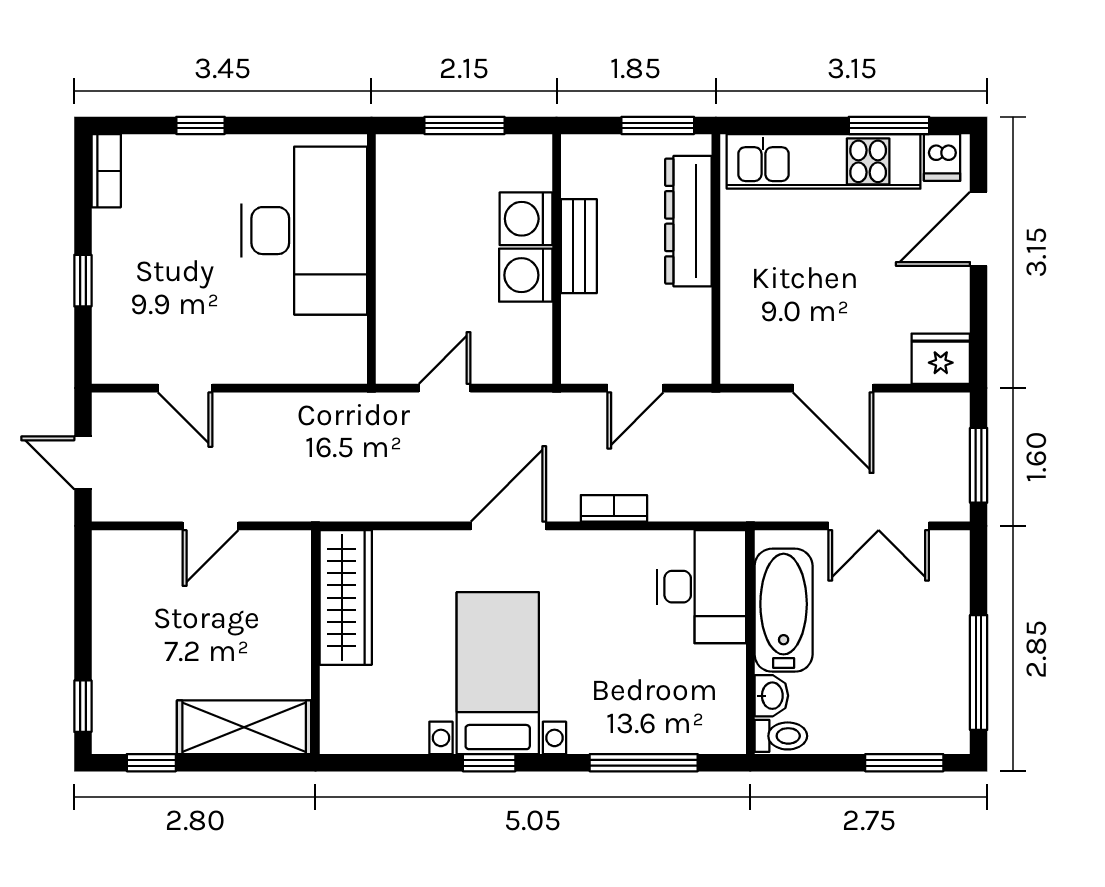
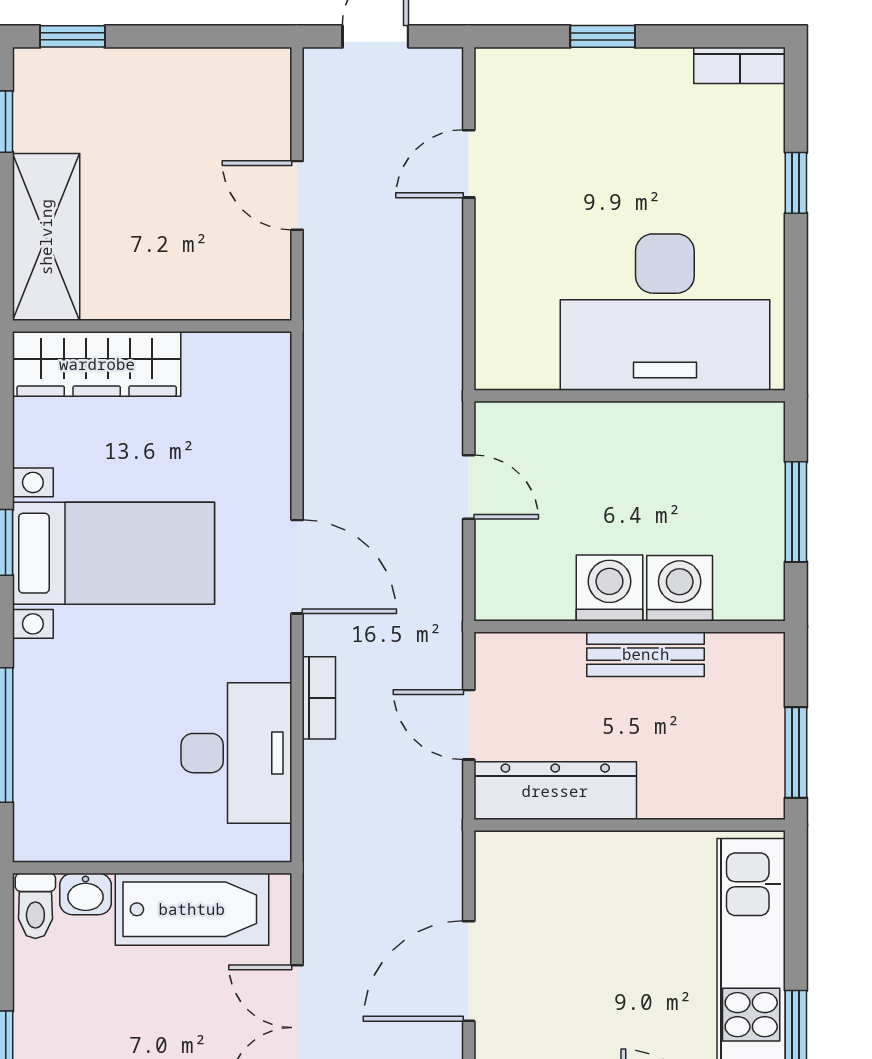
dresser: (688, 221) -> (555, 791), moved
desk: (702, 587) -> (236, 753), moved, turned -90
wardrobe: (346, 598) -> (97, 364), moved

